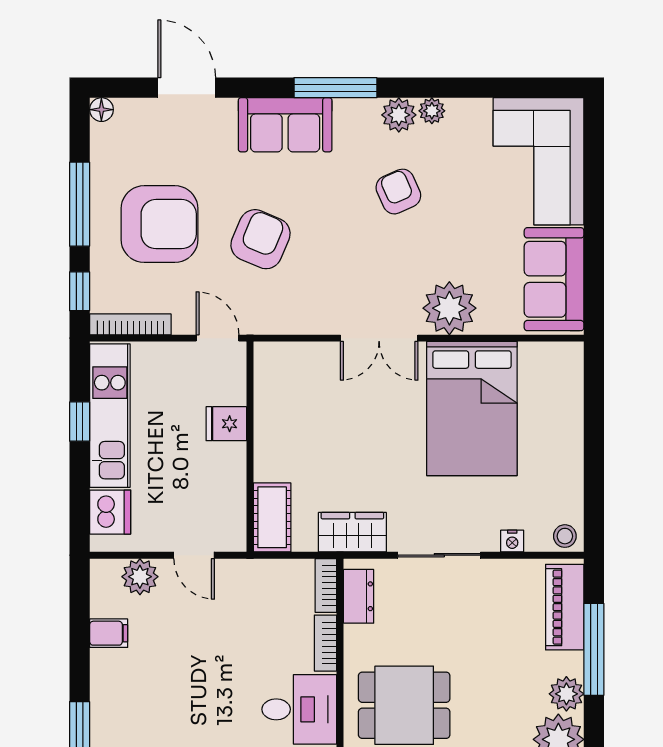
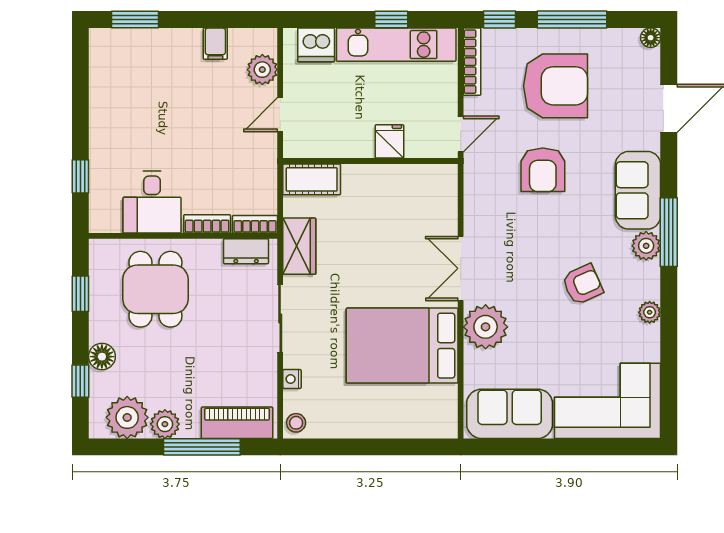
plant: (399, 115) -> (646, 246), moved
armchair: (159, 224) -> (555, 86), turned -90
armchair: (261, 239) -> (543, 170), turned 67

